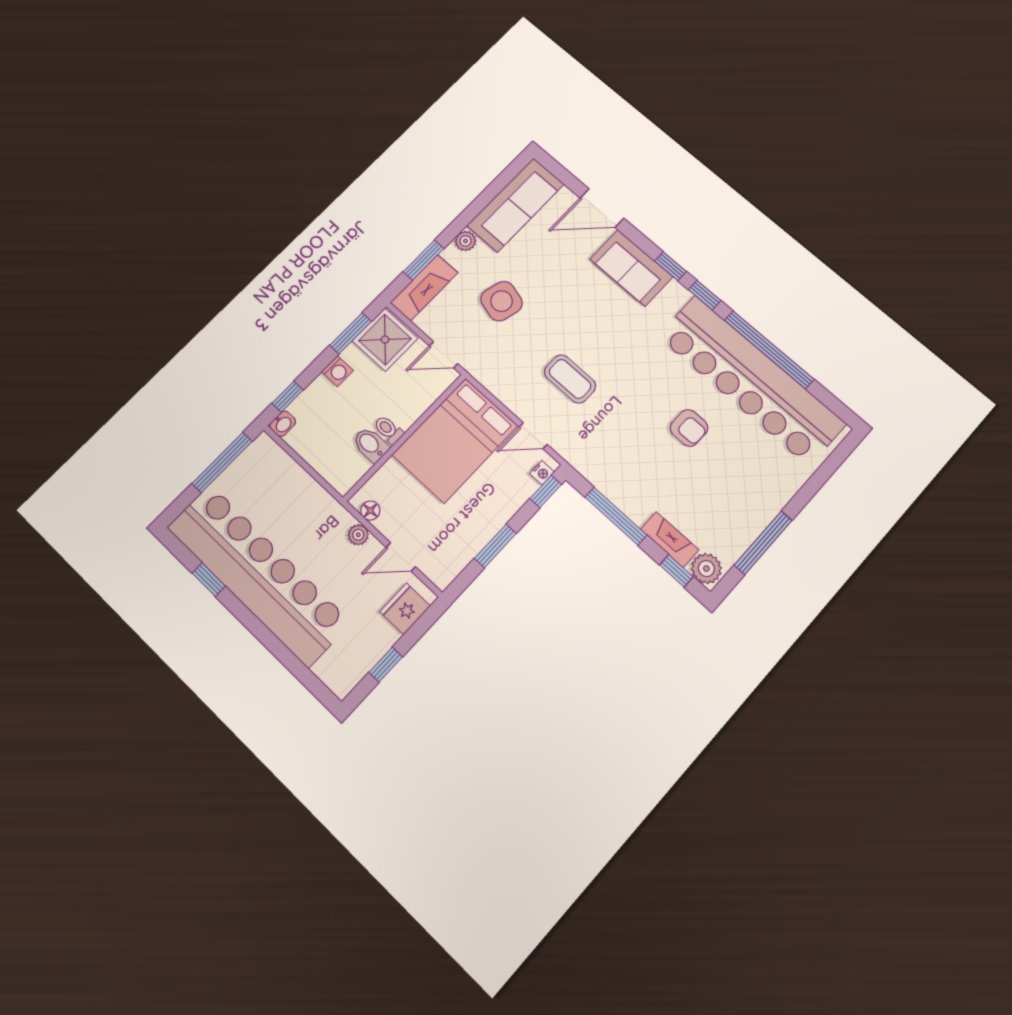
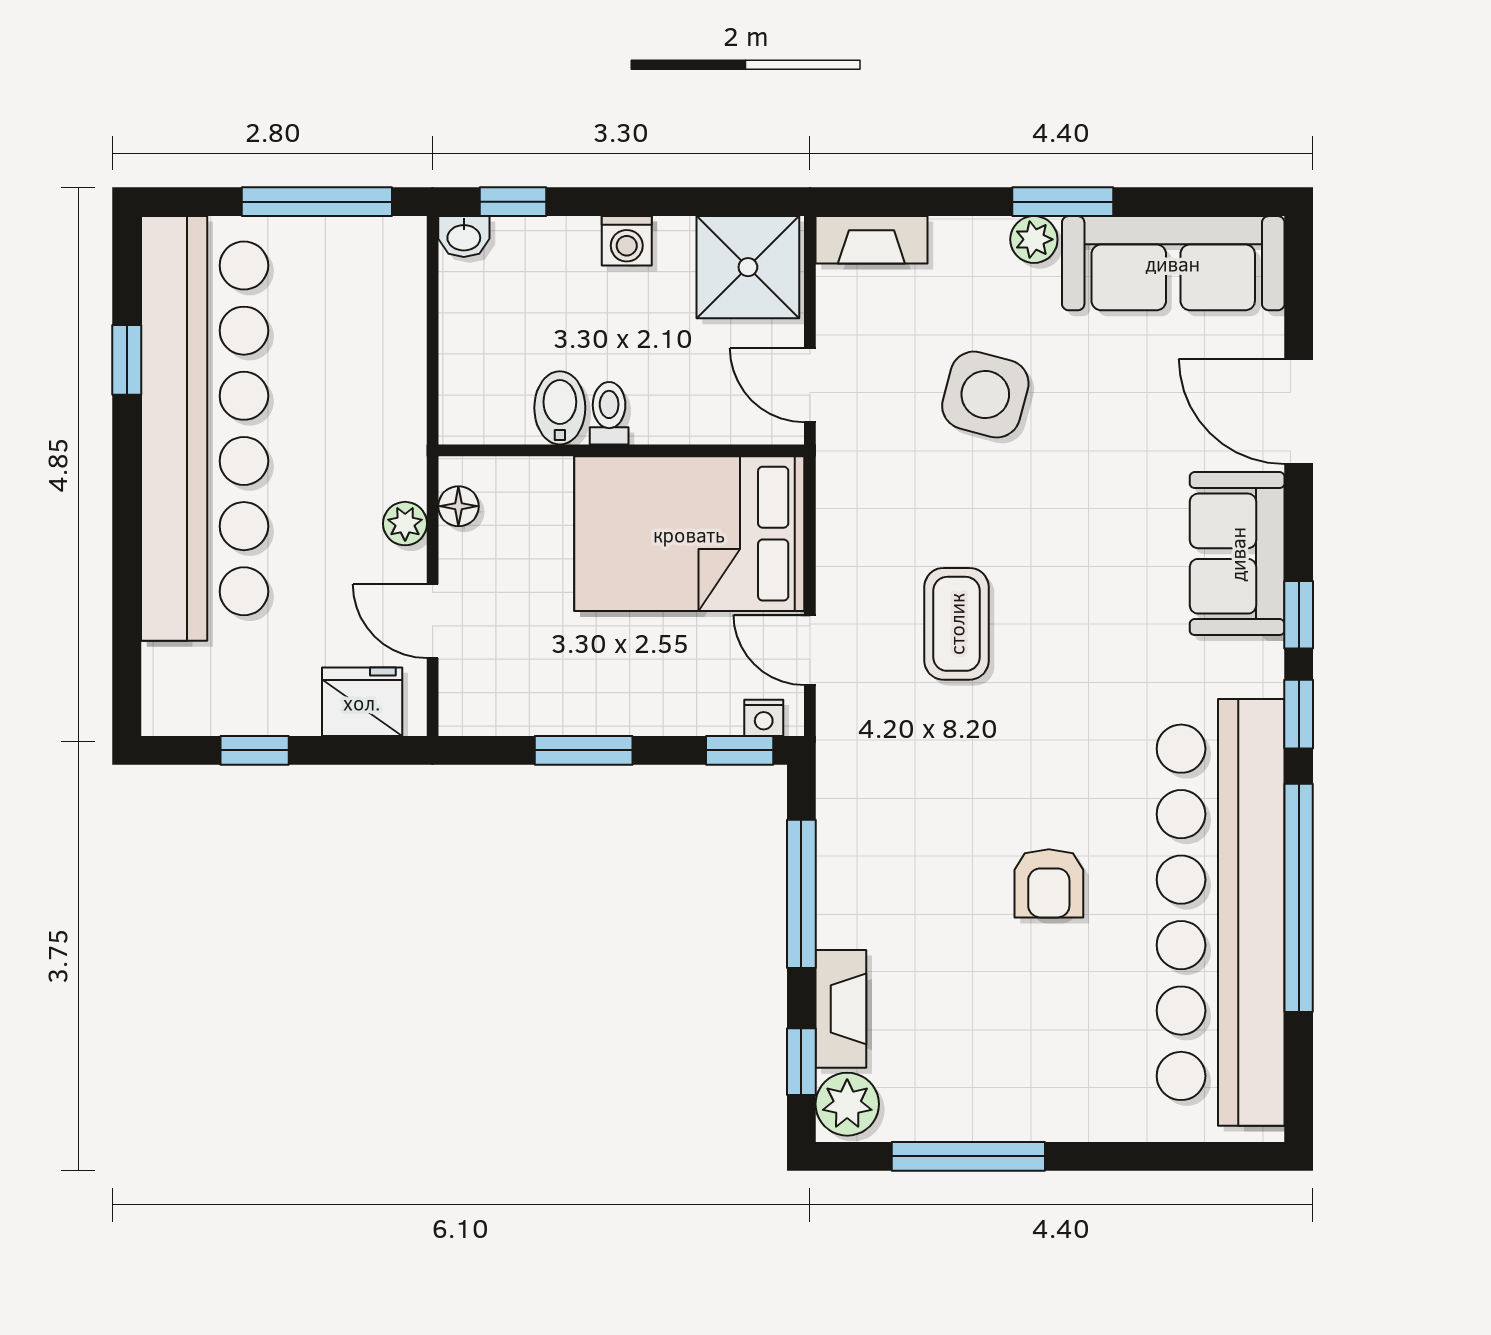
window: (423, 260) -> (1063, 202), moved
fireplace: (424, 288) -> (871, 240), width x0.73, depth x0.76
window: (351, 333) -> (707, 202), removed

